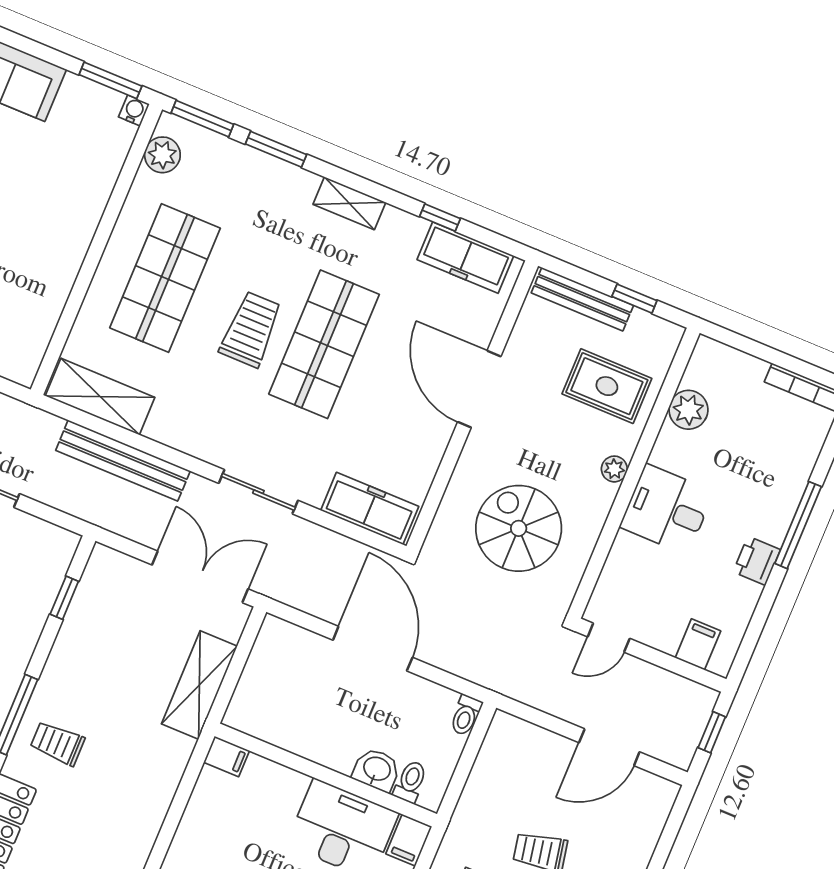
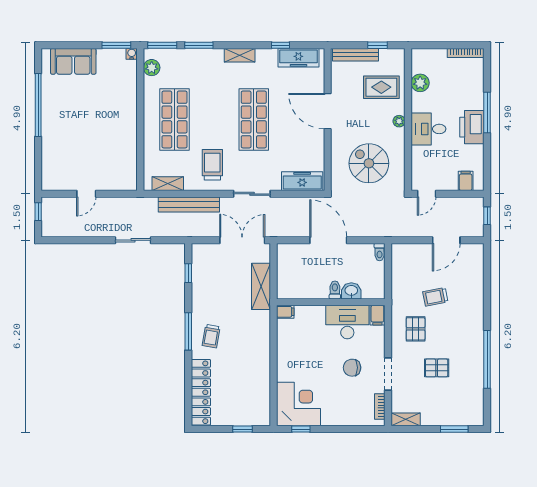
trolley: (251, 329) -> (212, 165), moved
shelving: (100, 397) -> (168, 184), width x0.67, depth x0.75
printer: (757, 561) -> (472, 127), width x1.87, depth x1.48
trolley: (57, 743) -> (211, 336), turned -80
toilet: (410, 782) -> (335, 290), moved

